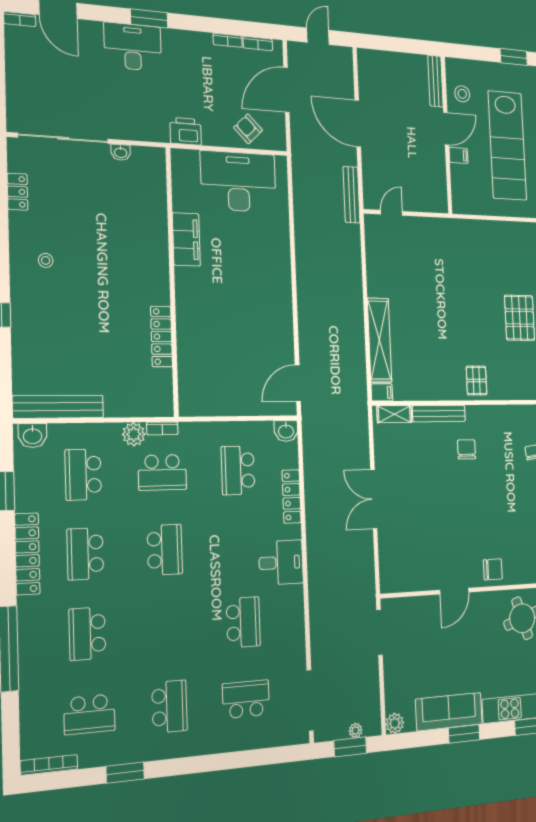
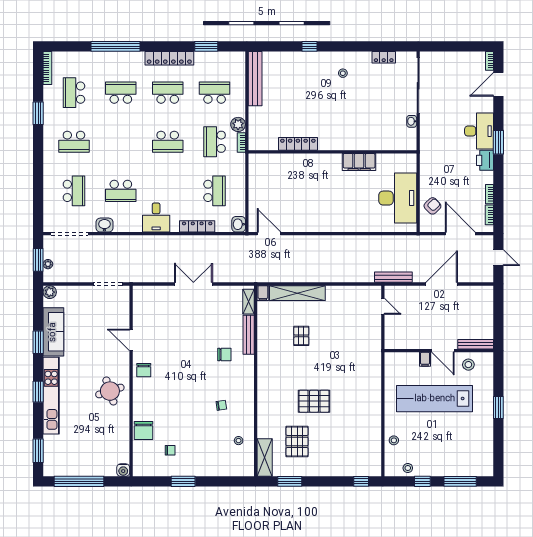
printer: (186, 131) -> (485, 160), moved, turned 180
pallet: (476, 381) -> (301, 336), moved, turned 90
washbasin: (33, 436) -> (104, 225), moved, turned 90
school desk: (238, 470) -> (215, 191), turned 90

